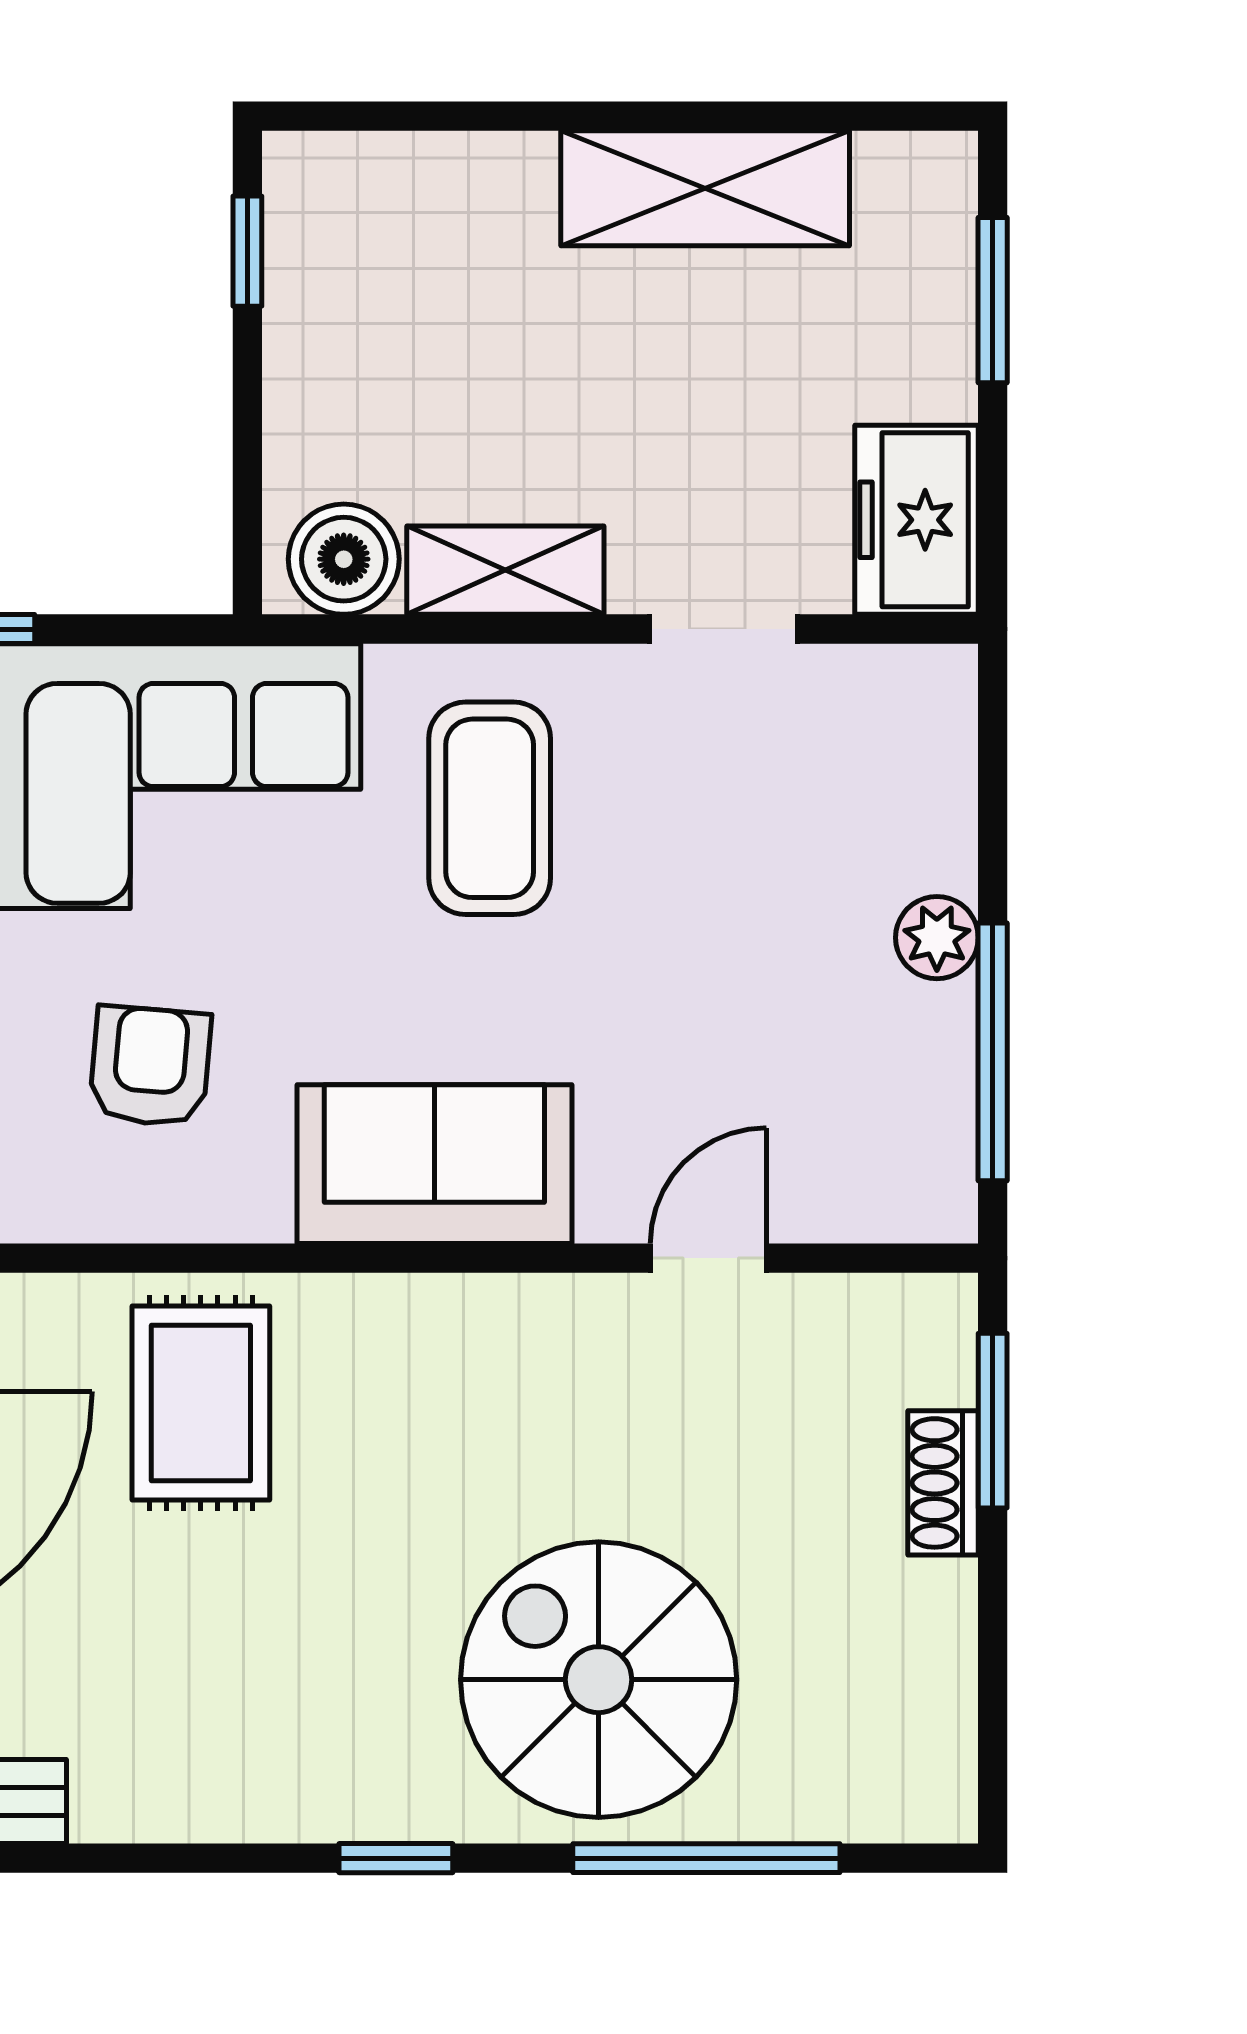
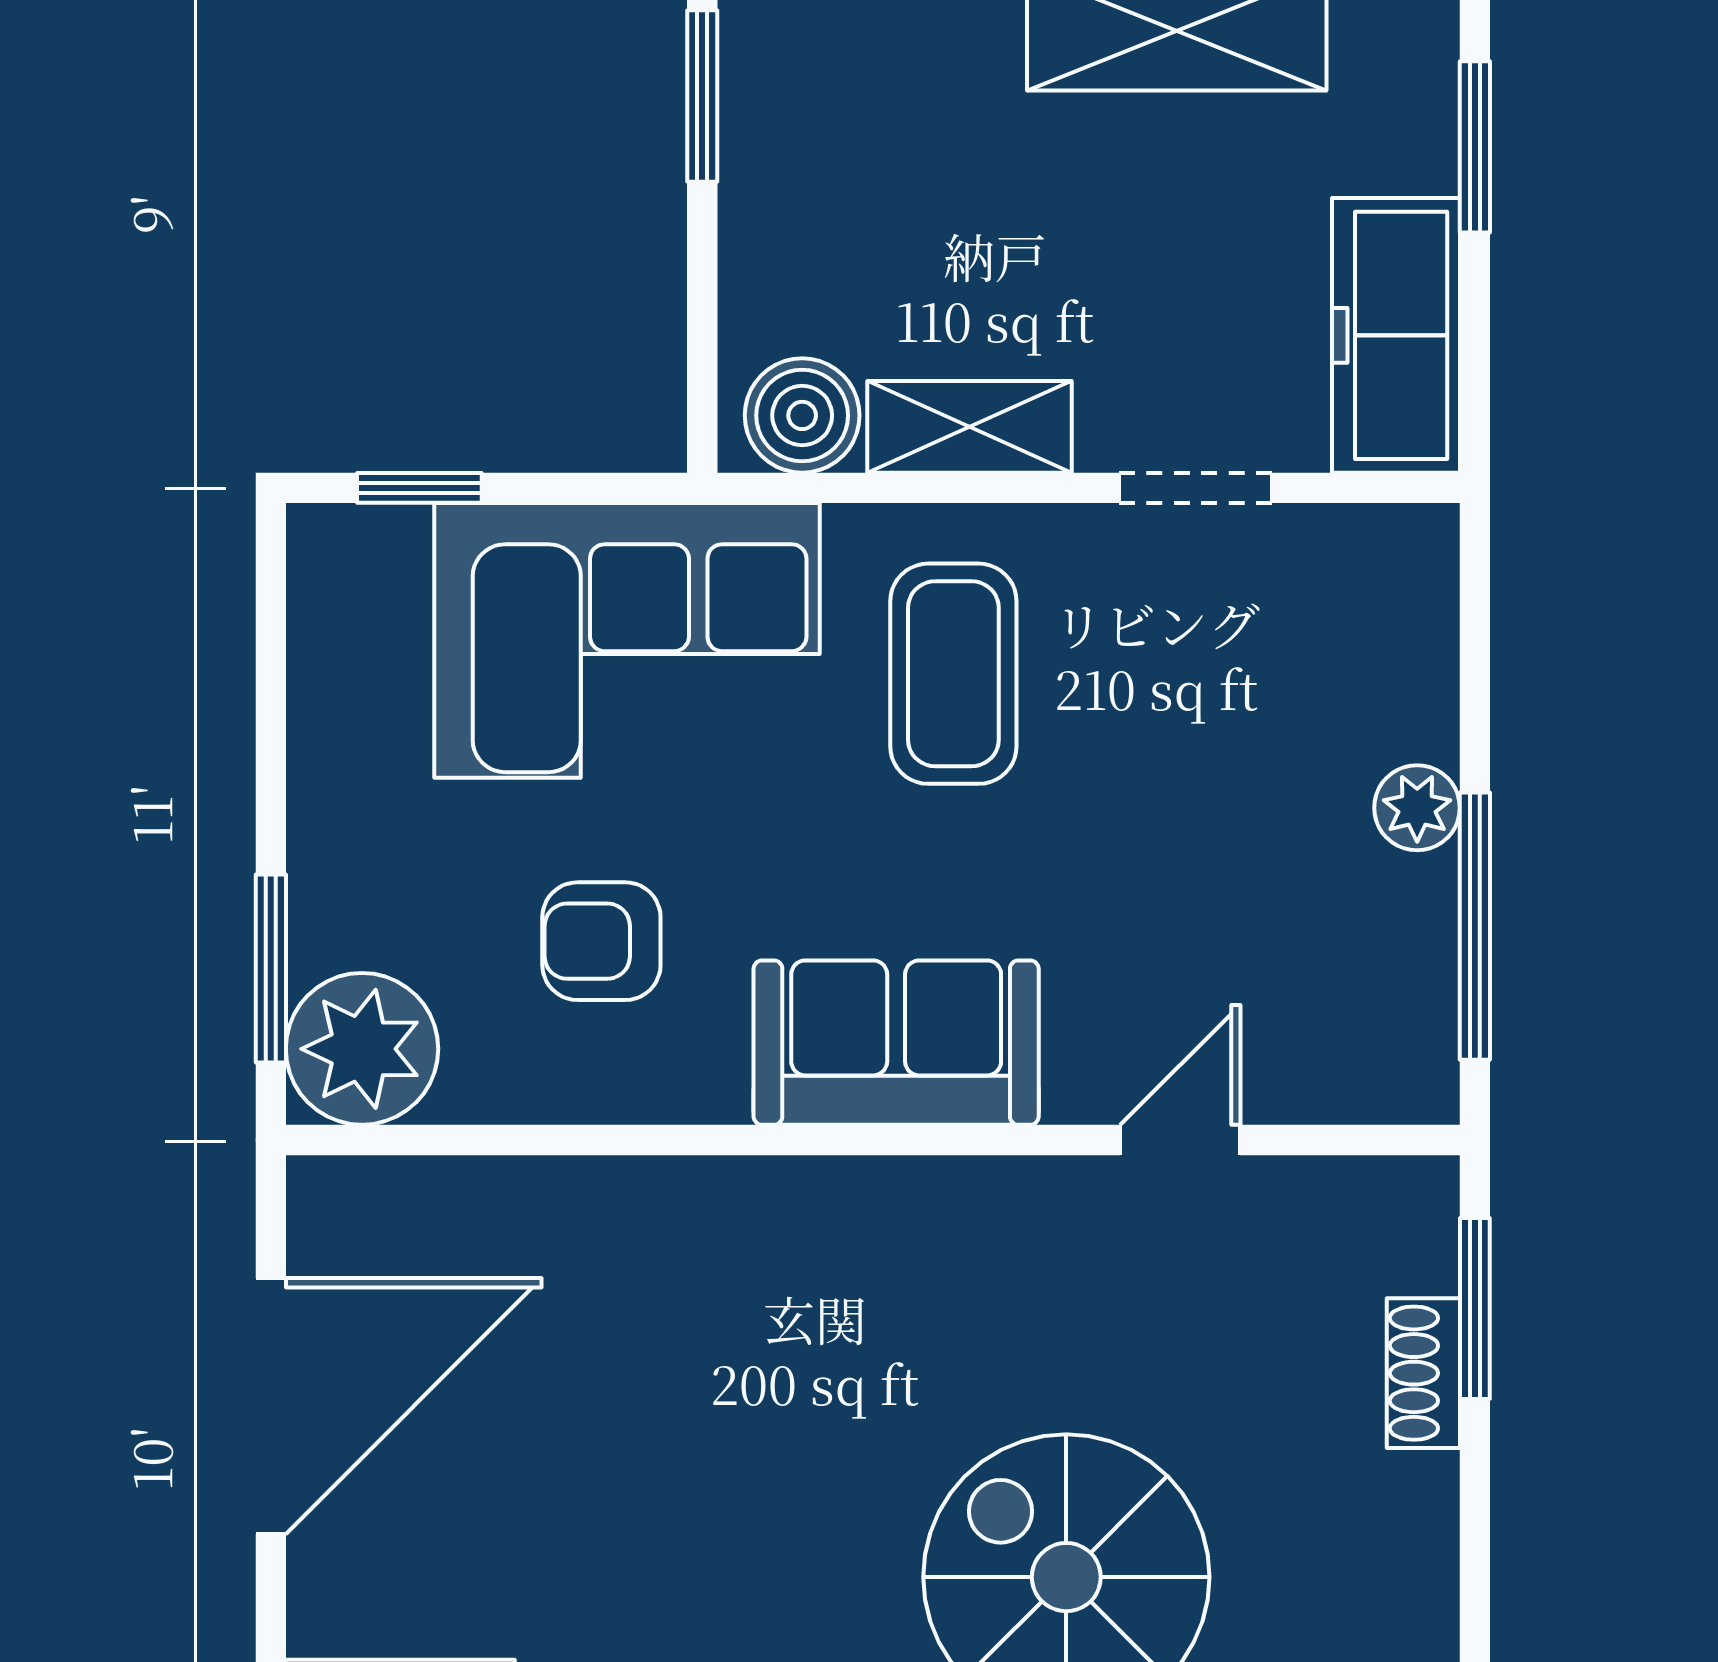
window: (247, 251) -> (702, 96), width x1.50
freezer: (917, 520) -> (1396, 335), width x1.40
armchair: (150, 1066) -> (601, 941), turned -95
rug: (201, 1403) -> (654, 1290), removed

